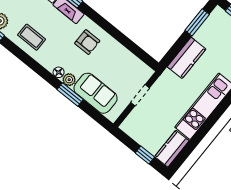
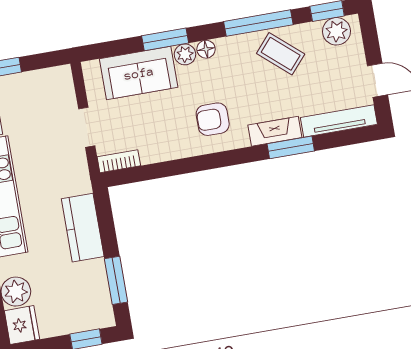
coffee table: (32, 37) -> (281, 54), turned 41
window: (26, 59) -> (258, 23), added
bookcase: (143, 68) -> (119, 161), added

